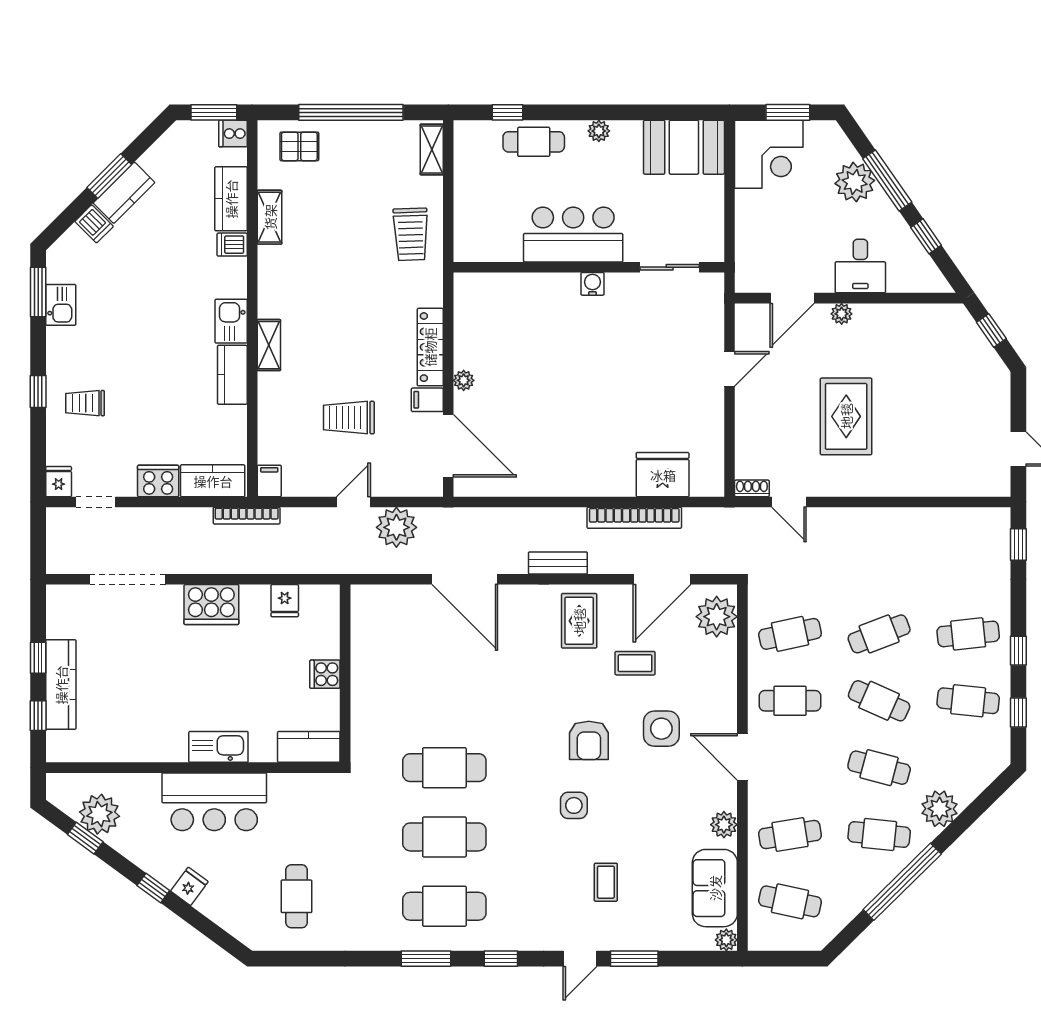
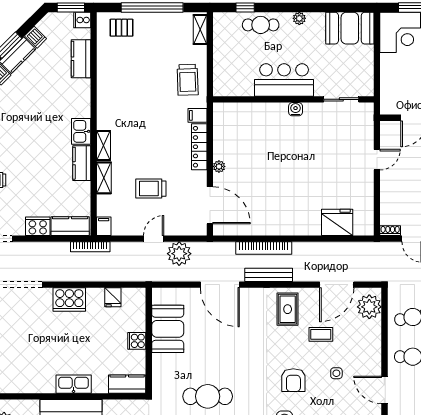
shelving: (270, 217) -> (104, 178), moved
dishwasher: (232, 245) -> (36, 37), moved, turned -135
filing cabinet: (427, 400) -> (197, 115), moved
bookcase: (634, 518) -> (264, 248), moved
bench: (558, 563) -> (269, 275), width x1.36
booth: (377, 654) -> (168, 329), added
side table: (661, 729) -> (336, 373), width x0.54, depth x0.54

